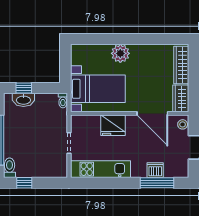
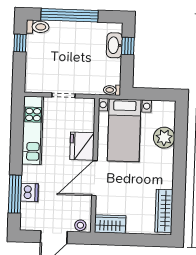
plant: (120, 53) -> (164, 138), moved
wardrobe: (181, 65) -> (164, 211), moved, turned -90
door: (152, 113) -> (94, 178), moved

